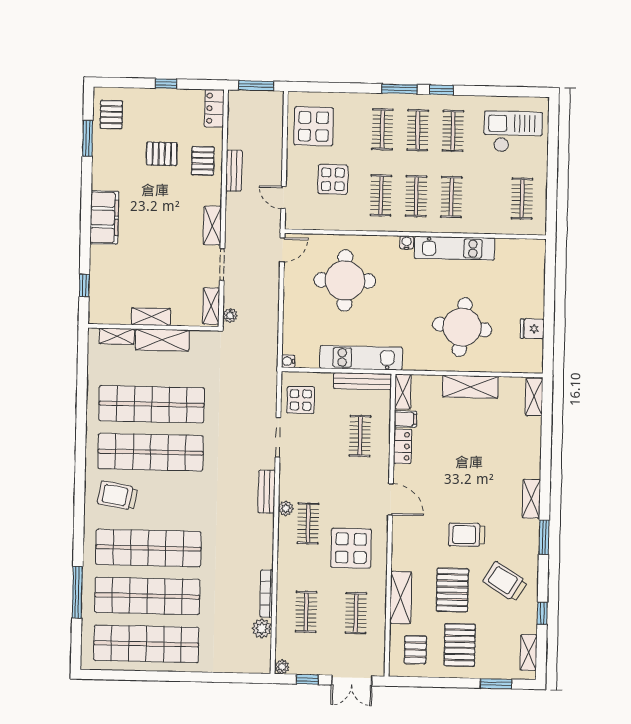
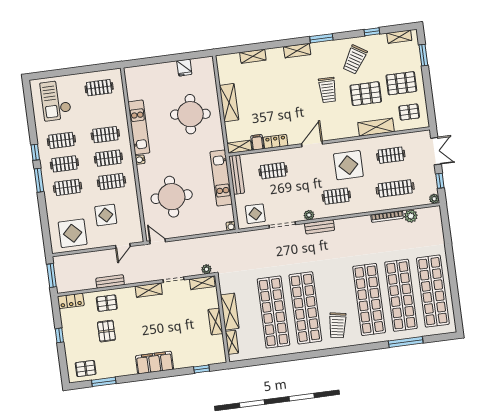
shelving: (534, 397) -> (253, 56), moved
plant: (286, 508) -> (309, 215), moved
clothes rail: (306, 612) -> (395, 188), width x1.36

